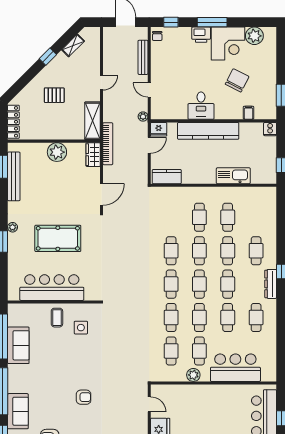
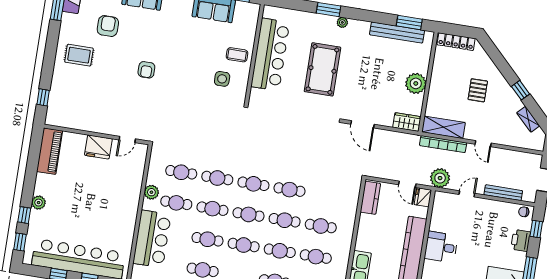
printer: (201, 35) -> (521, 240), moved
plant: (143, 117) -> (440, 178), width x1.88, depth x1.88
bookcase: (108, 144) -> (443, 144), moved

